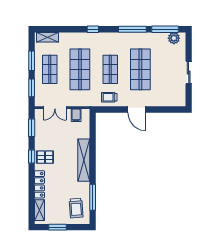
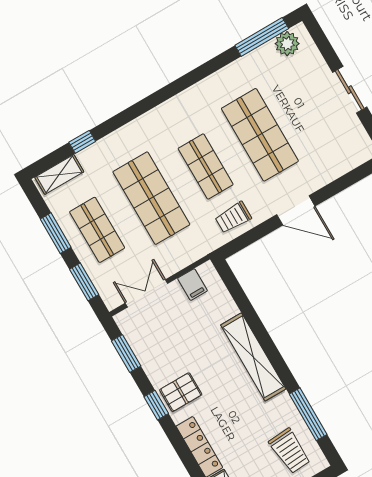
window: (93, 29) -> (82, 142), moved
window: (132, 29) -> (203, 71), removed
double door: (55, 108) -> (146, 293), swing flipped

